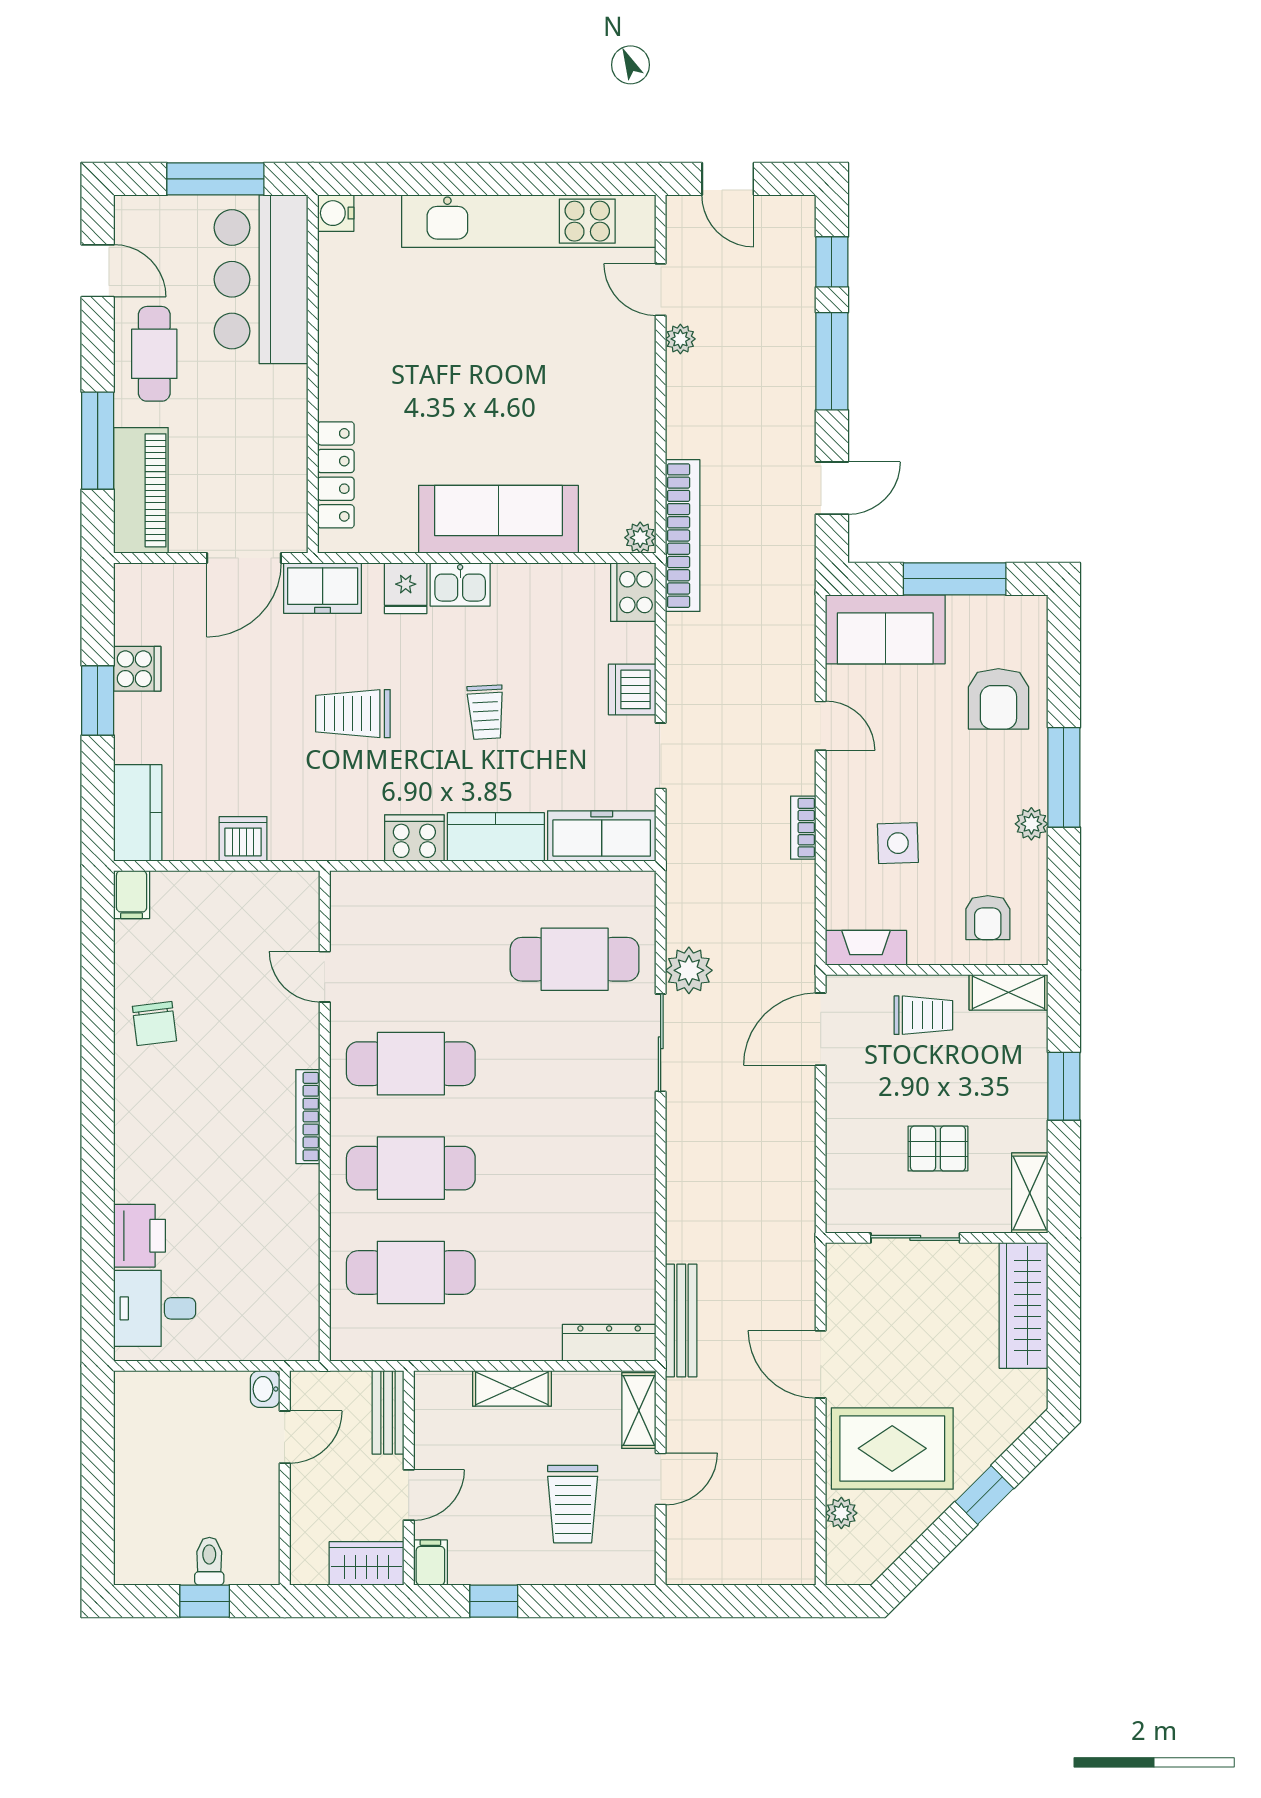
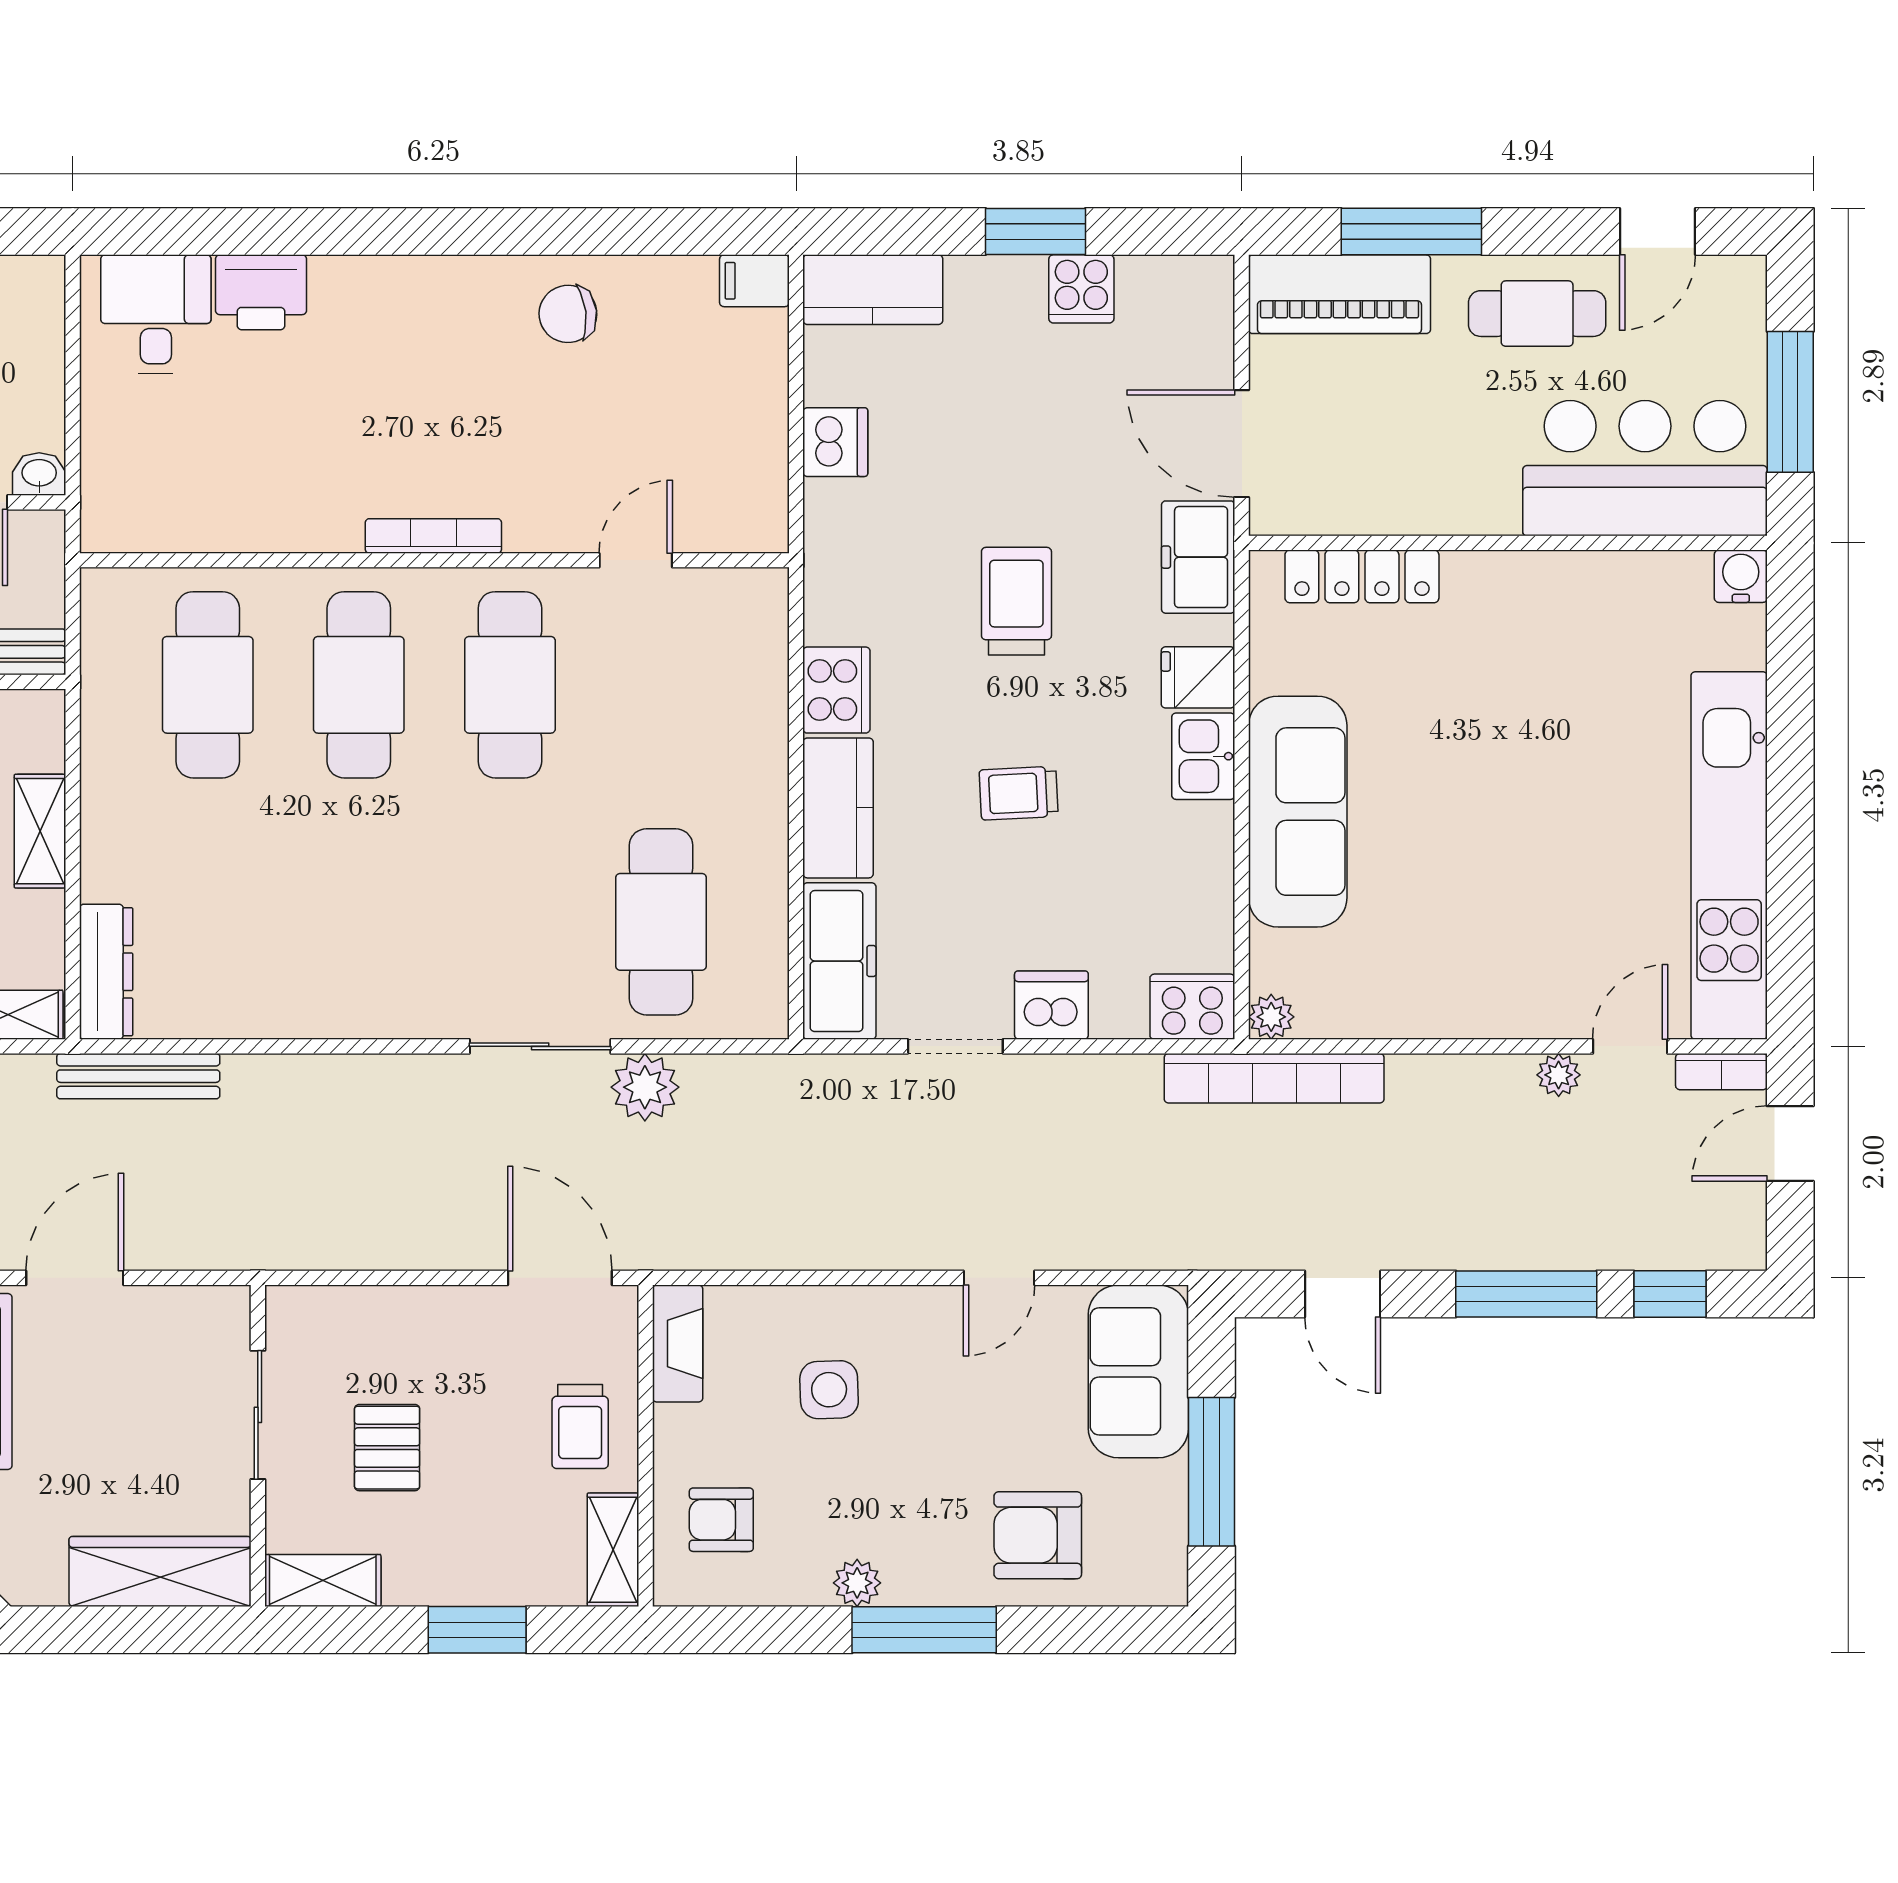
bookcase: (803, 828) -> (1721, 1072), moved, turned 180

